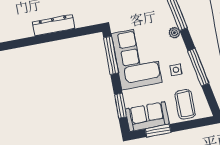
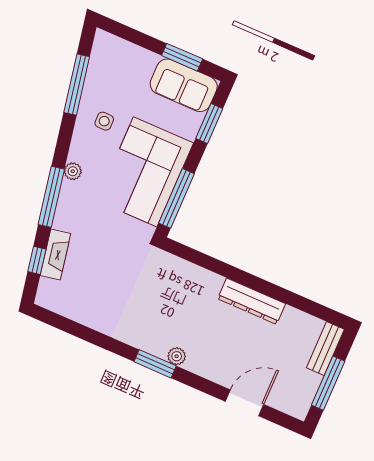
dresser: (54, 25) -> (252, 301), moved
window: (198, 67) -> (77, 85), moved
coffee table: (185, 104) -> (123, 68), removed

